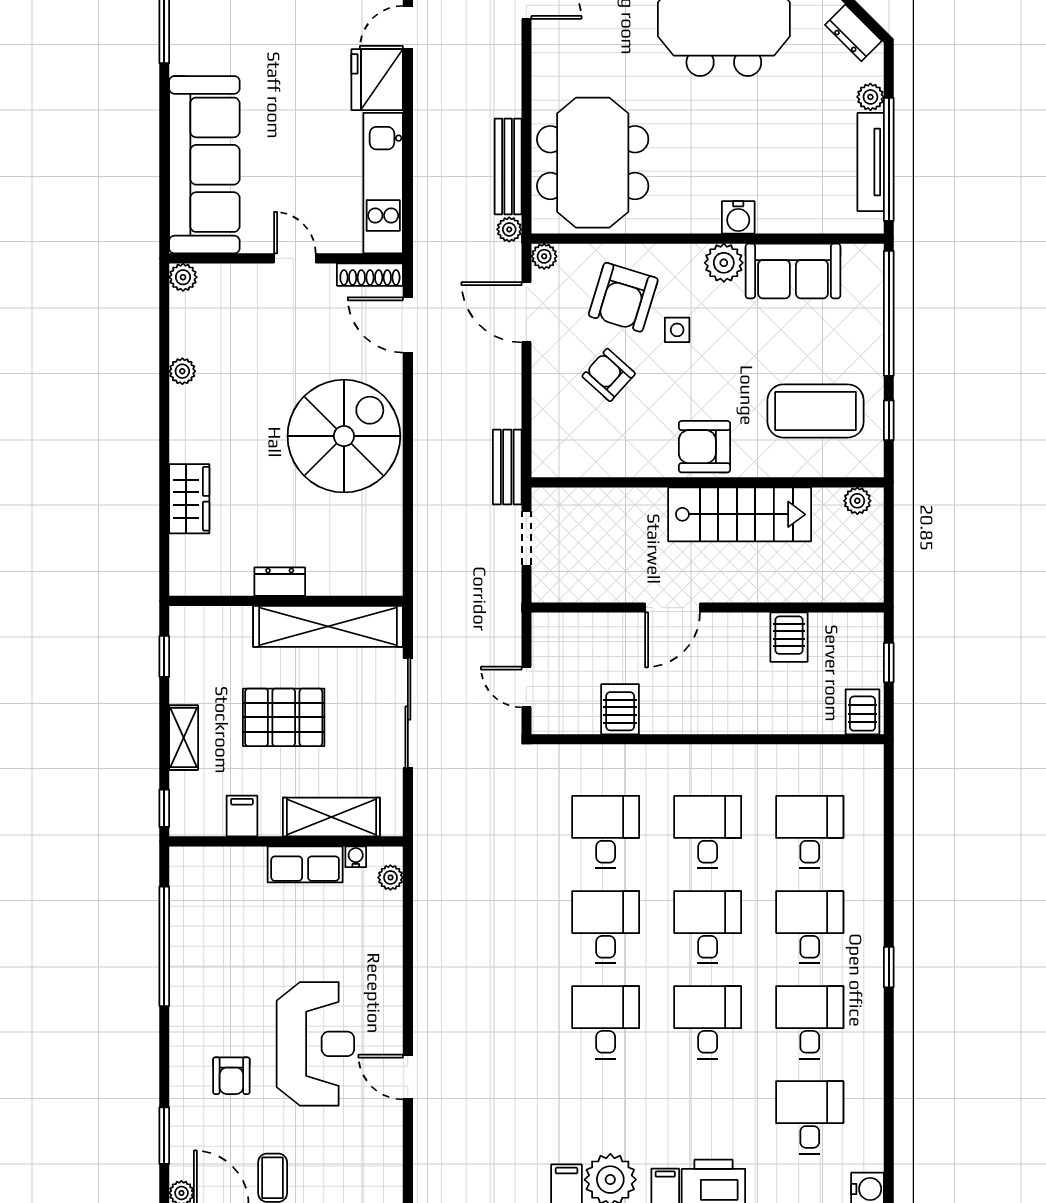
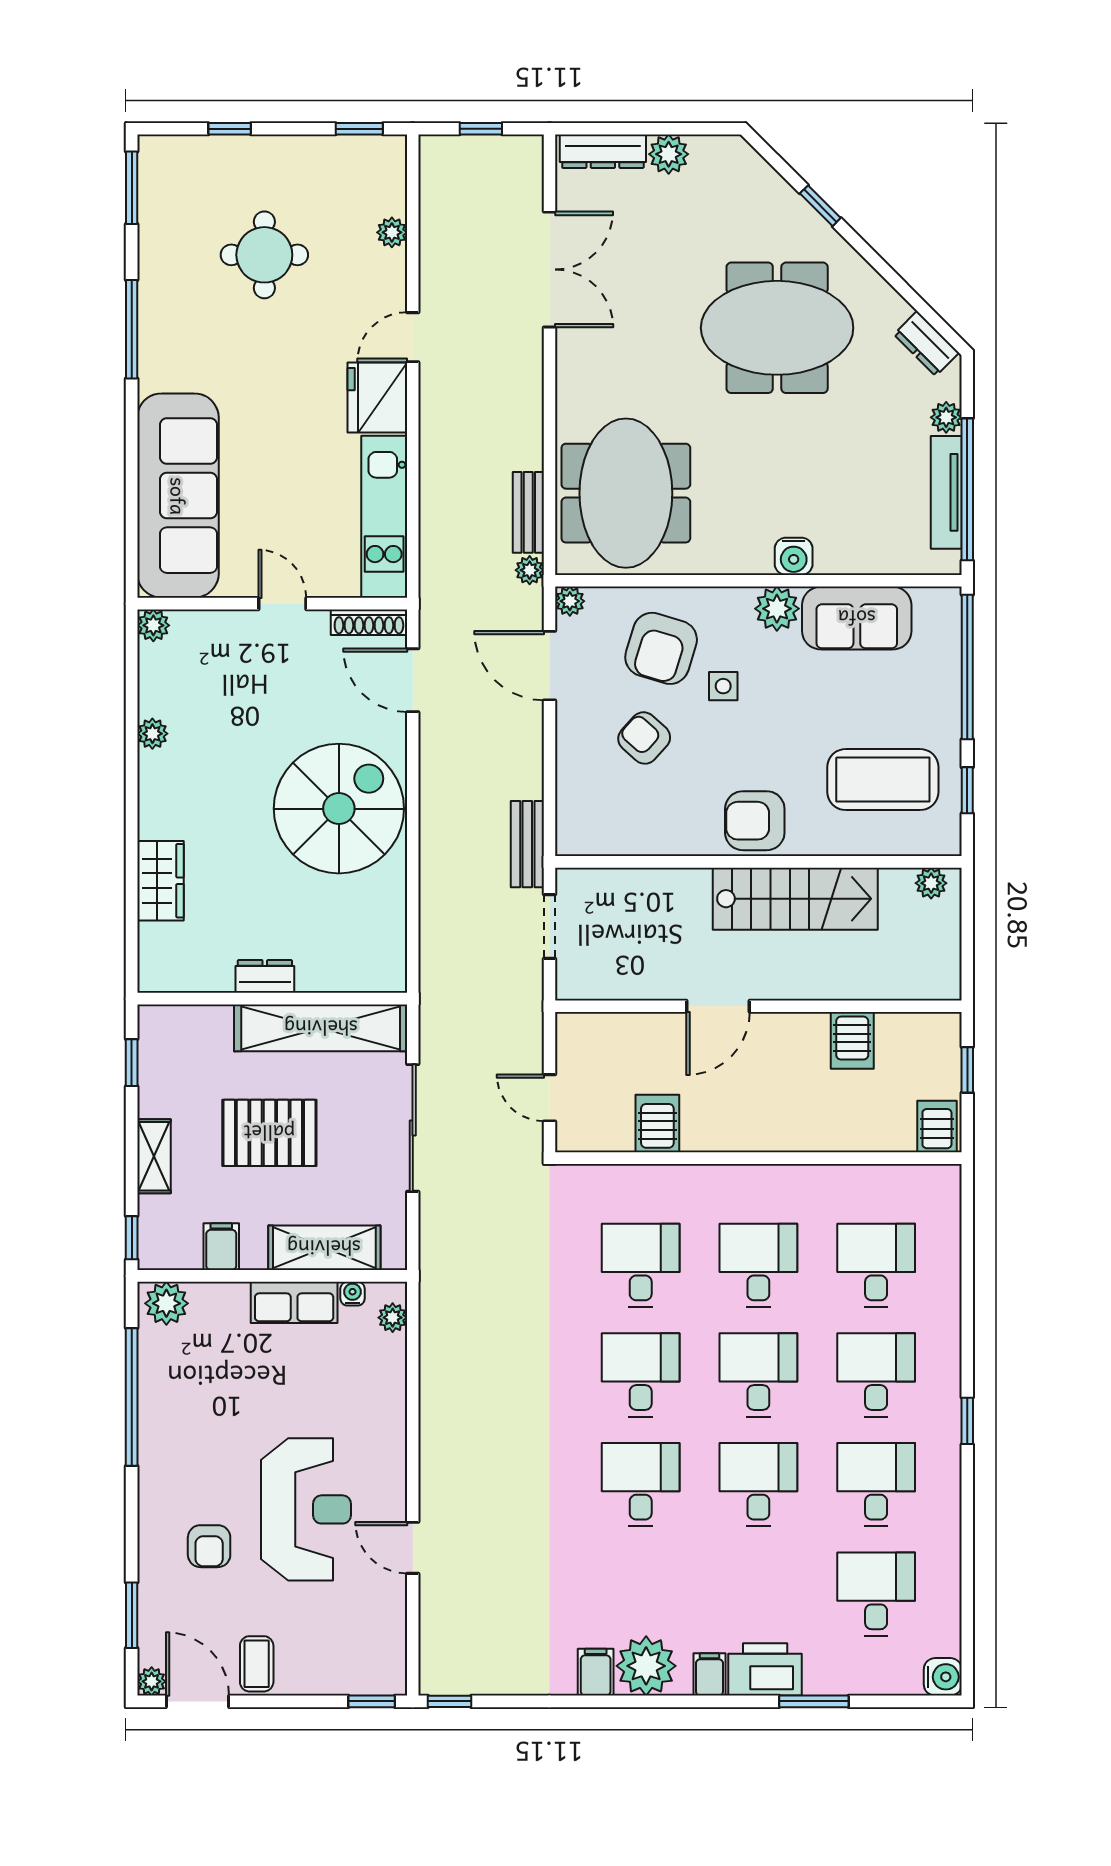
bench: (508, 167) -> (528, 512), width x0.73
plant: (194, 865) -> (166, 1303), added

